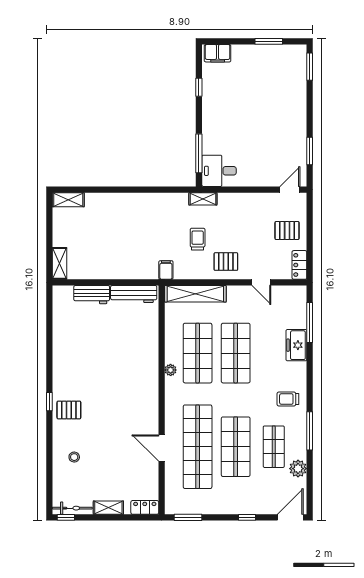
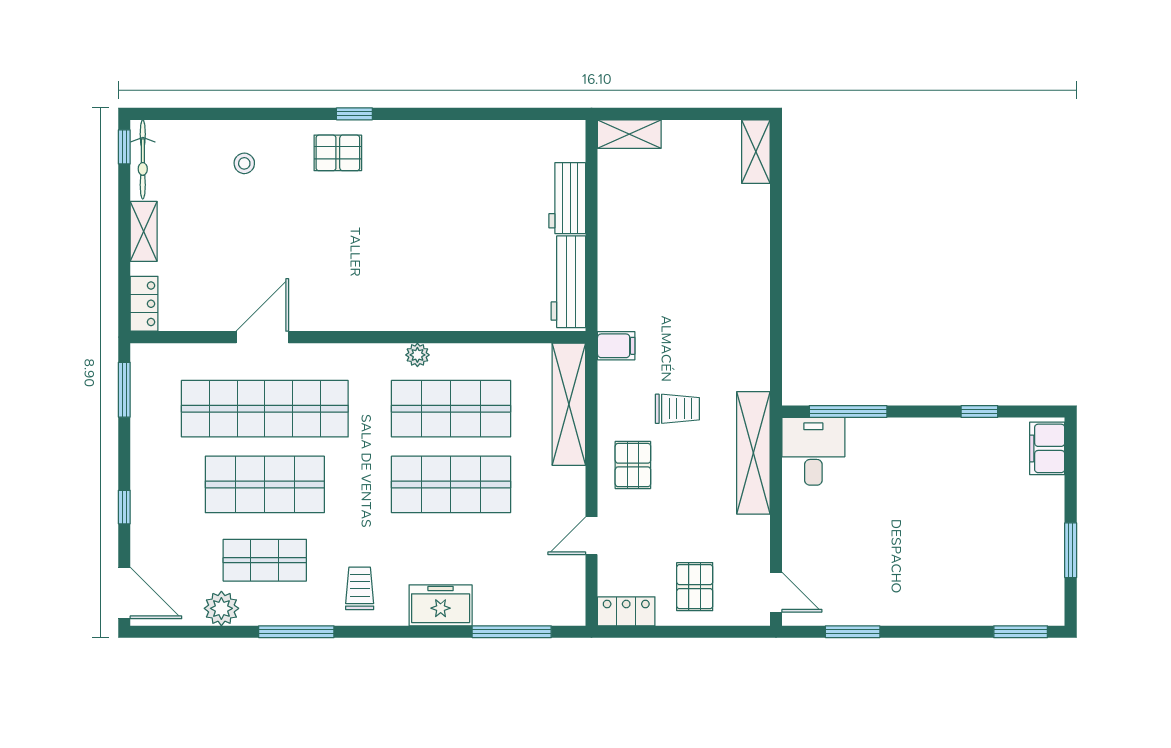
shelving: (203, 199) -> (753, 453), width x2.20, depth x1.33
freezer: (296, 345) -> (441, 605), moved
pallet: (69, 410) -> (338, 153), turned 90

